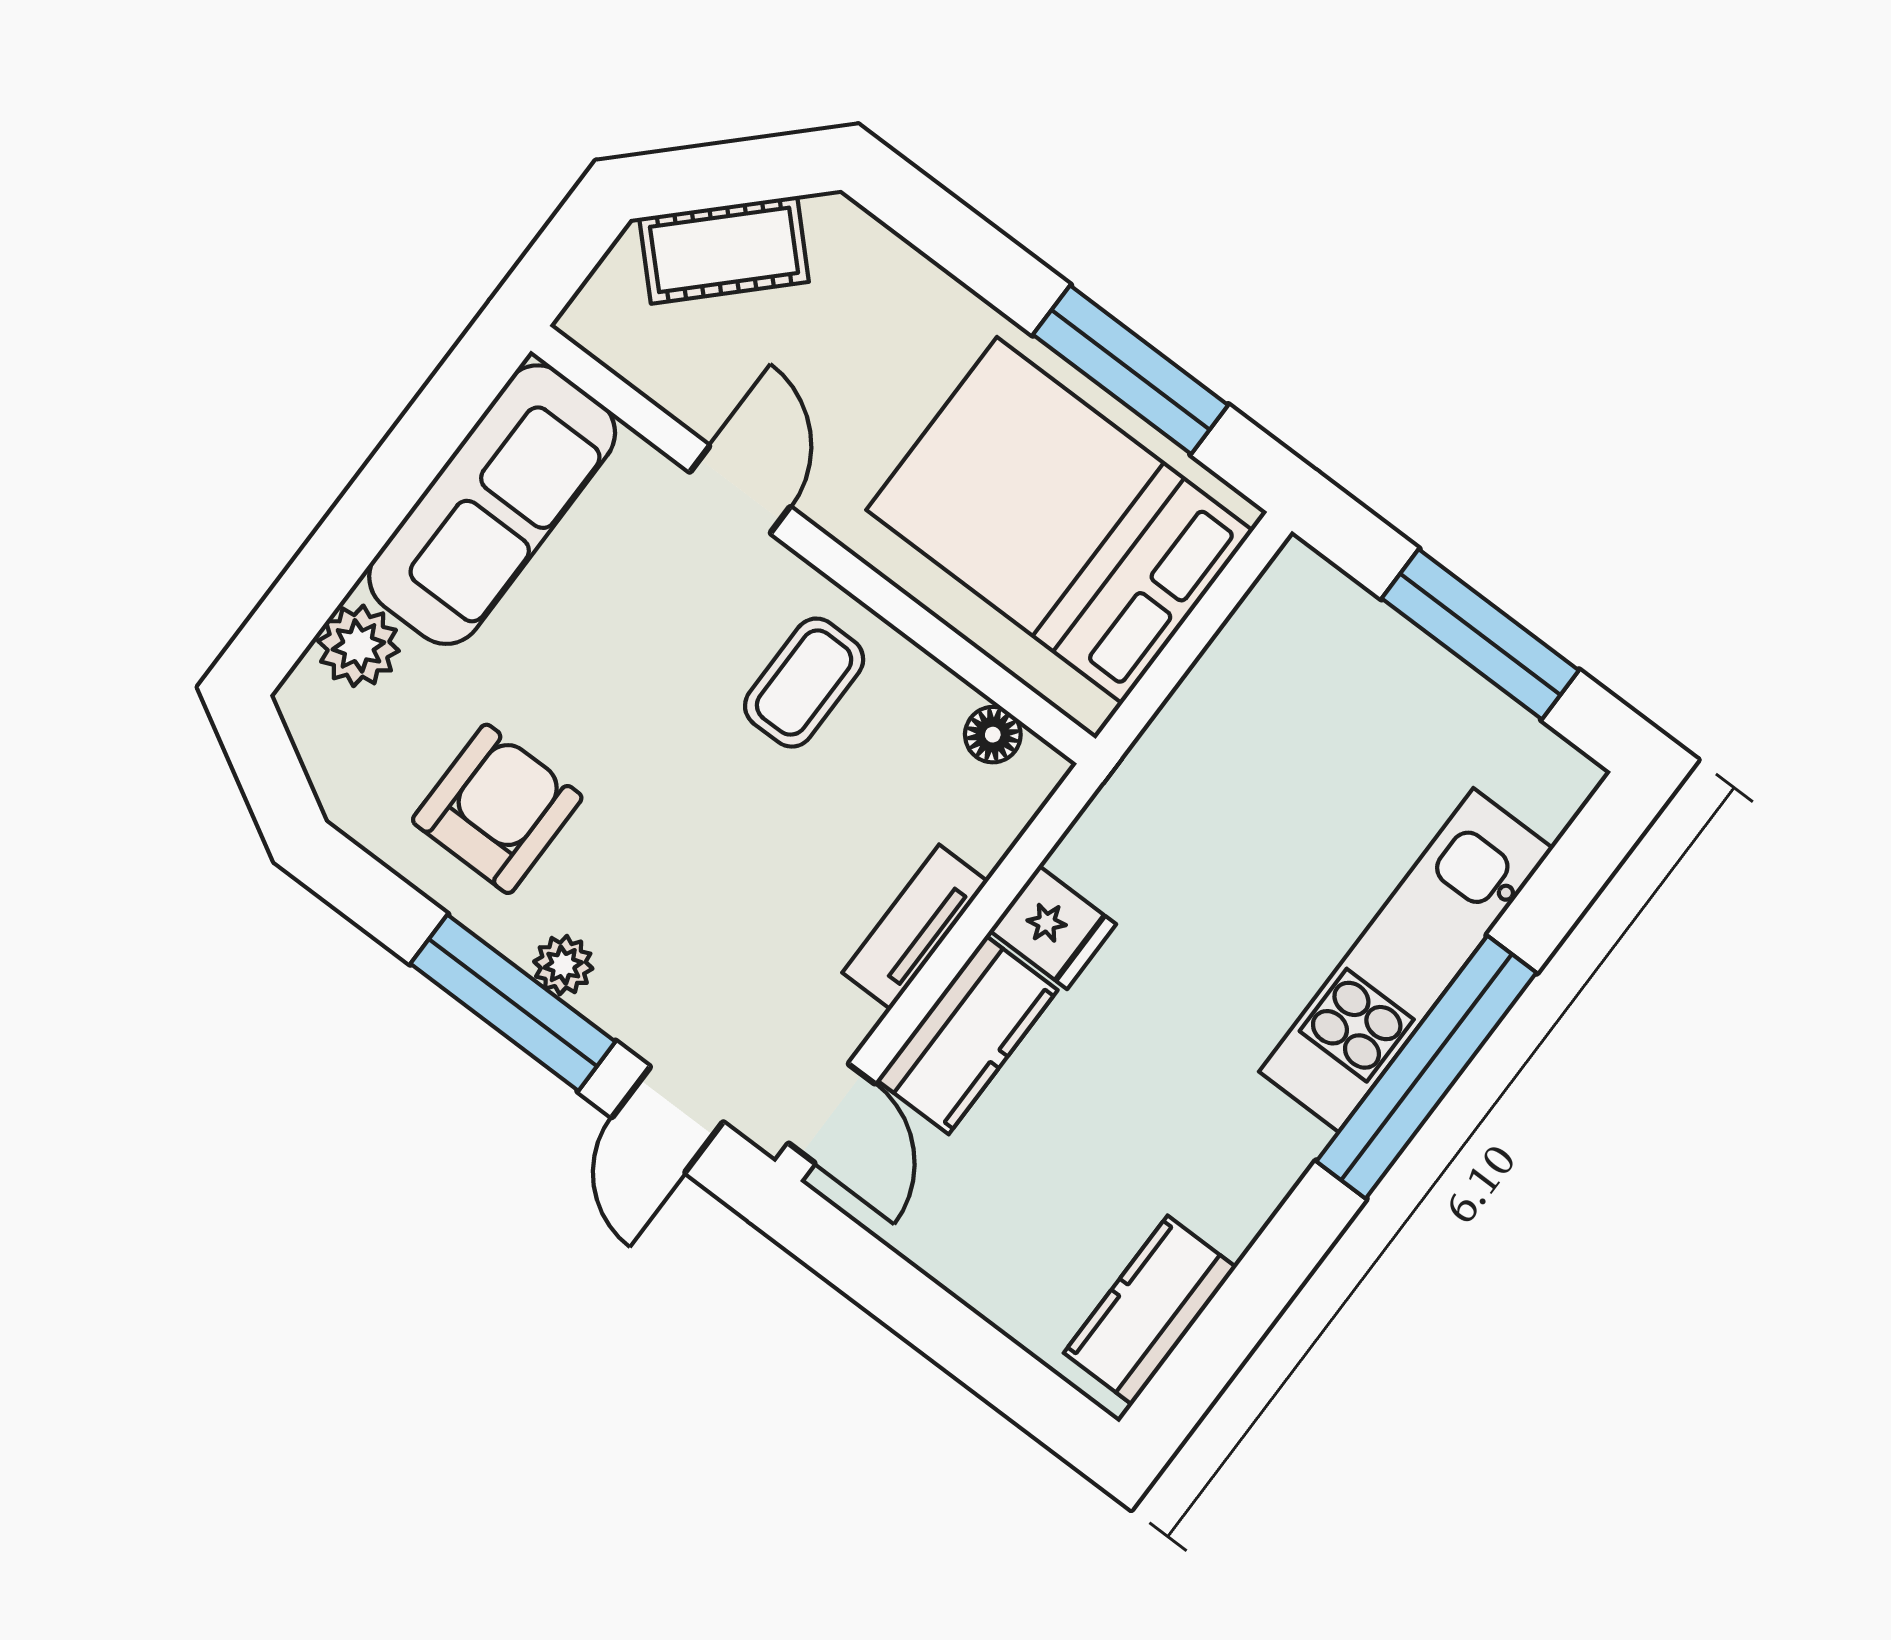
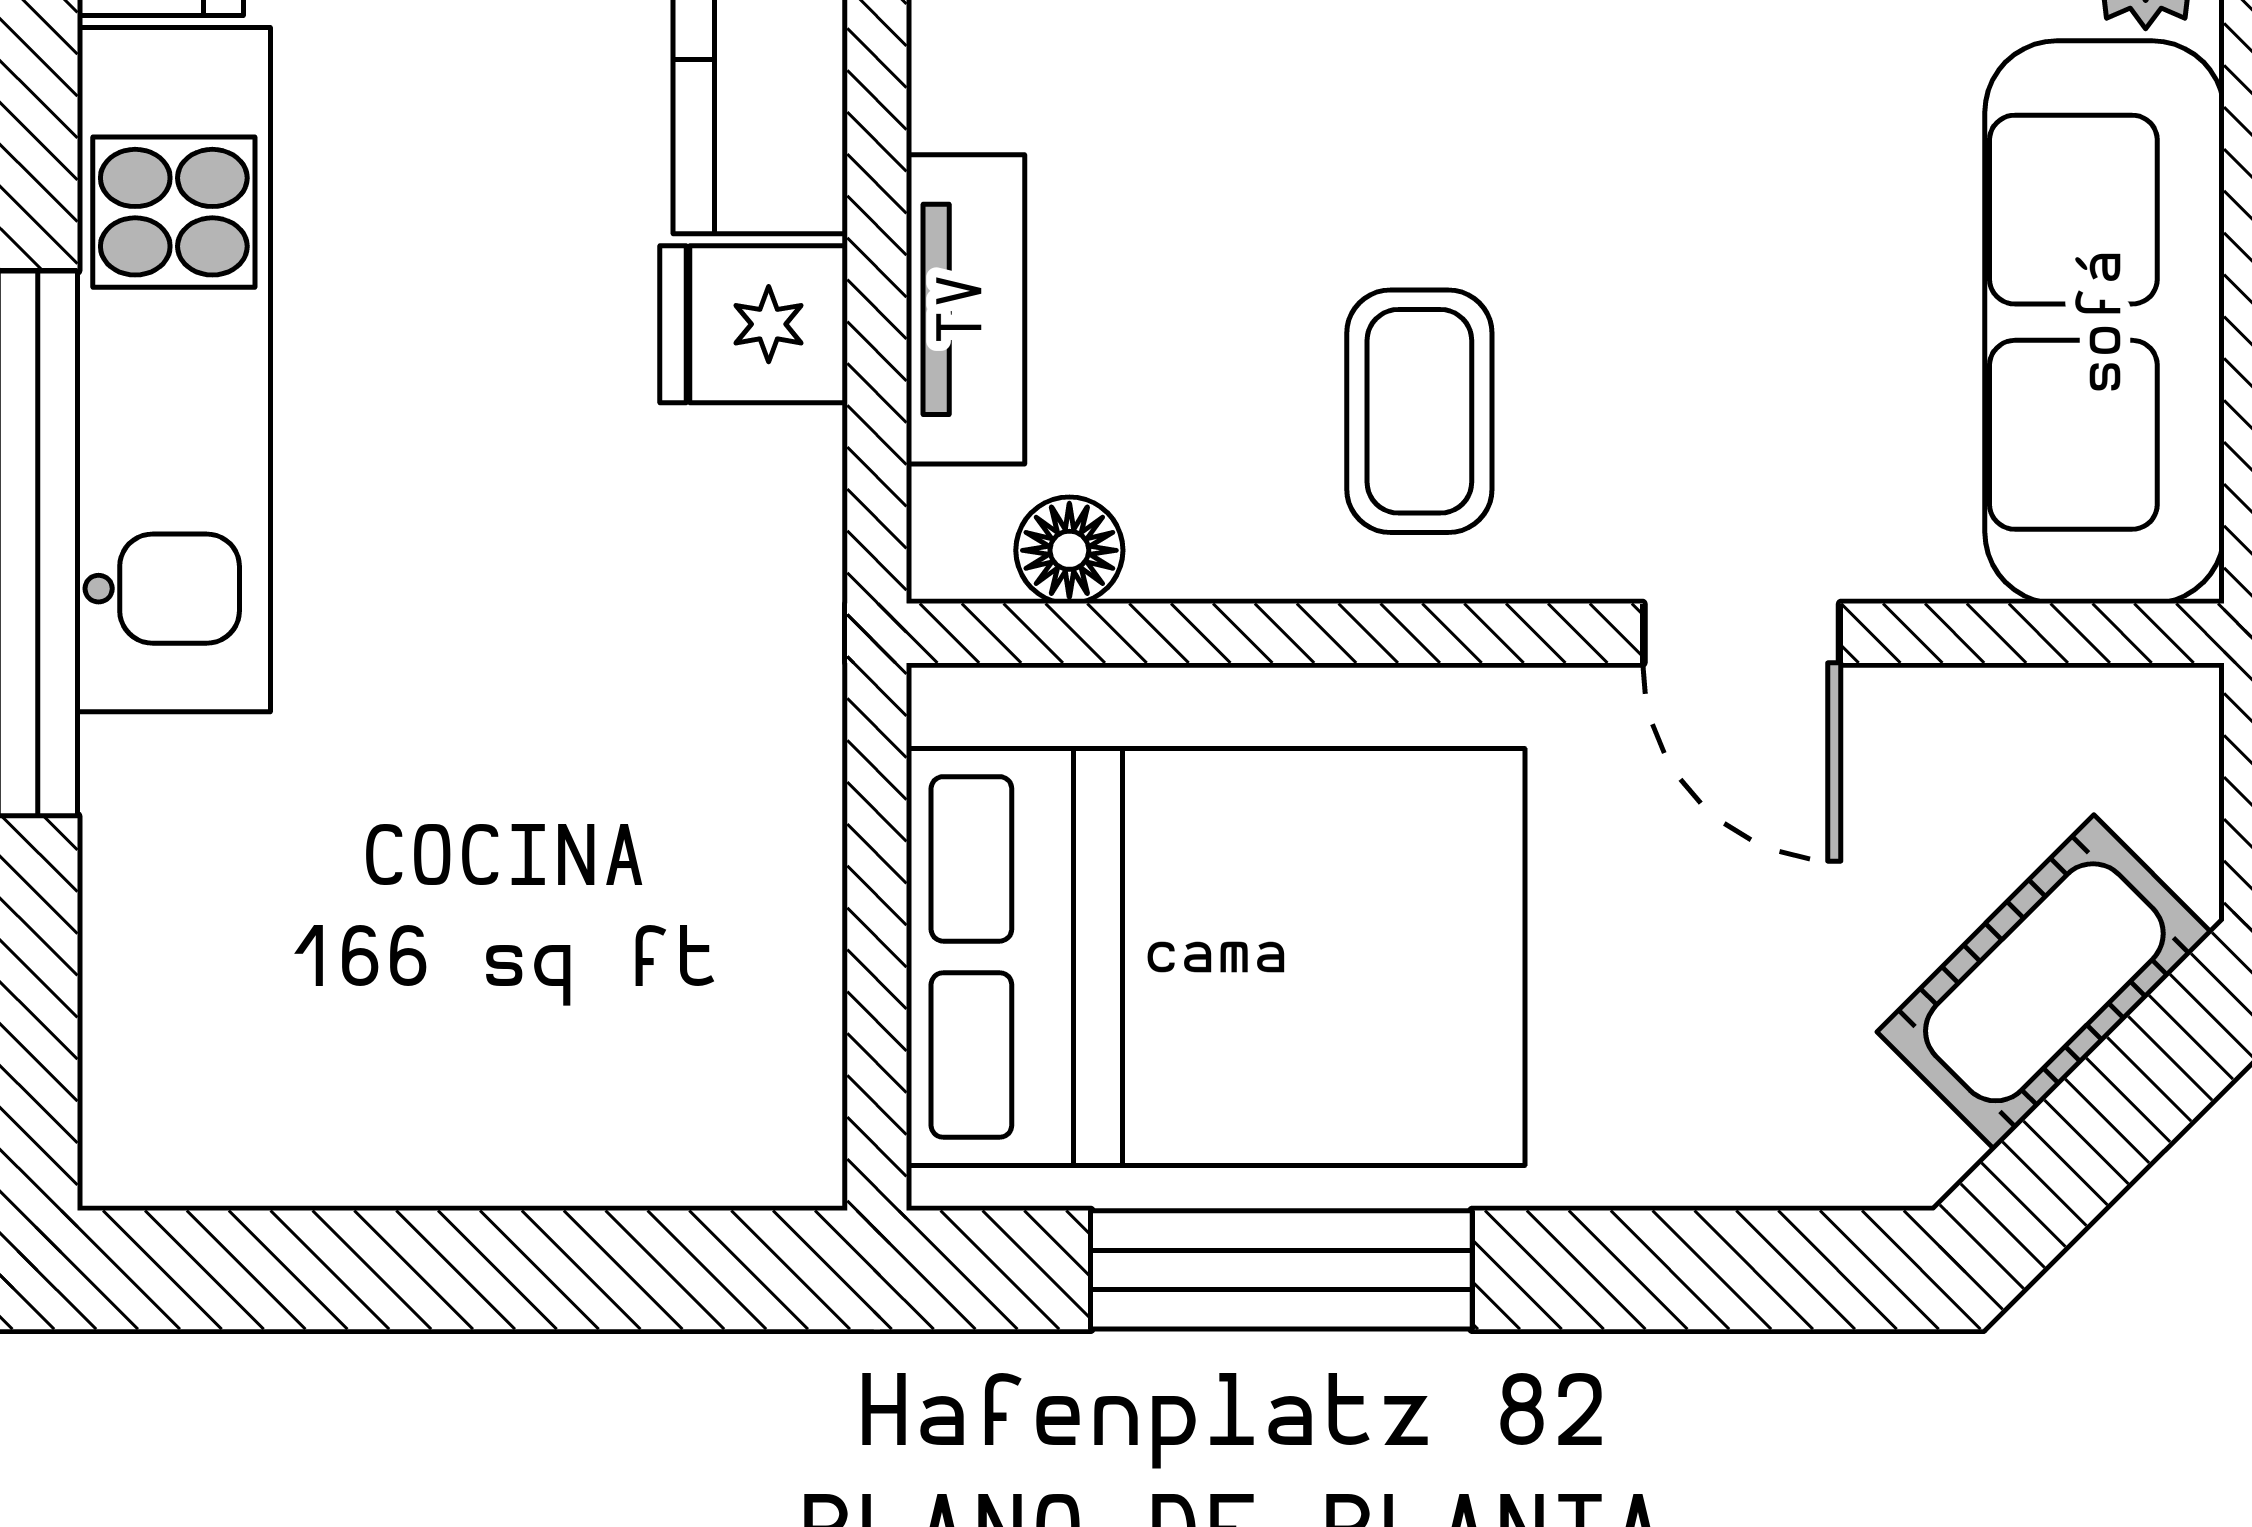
window: (1480, 634) -> (438, 1270), removed
tv unit: (915, 927) -> (966, 309), moved
kitchen unit: (1406, 960) -> (174, 370), moved

